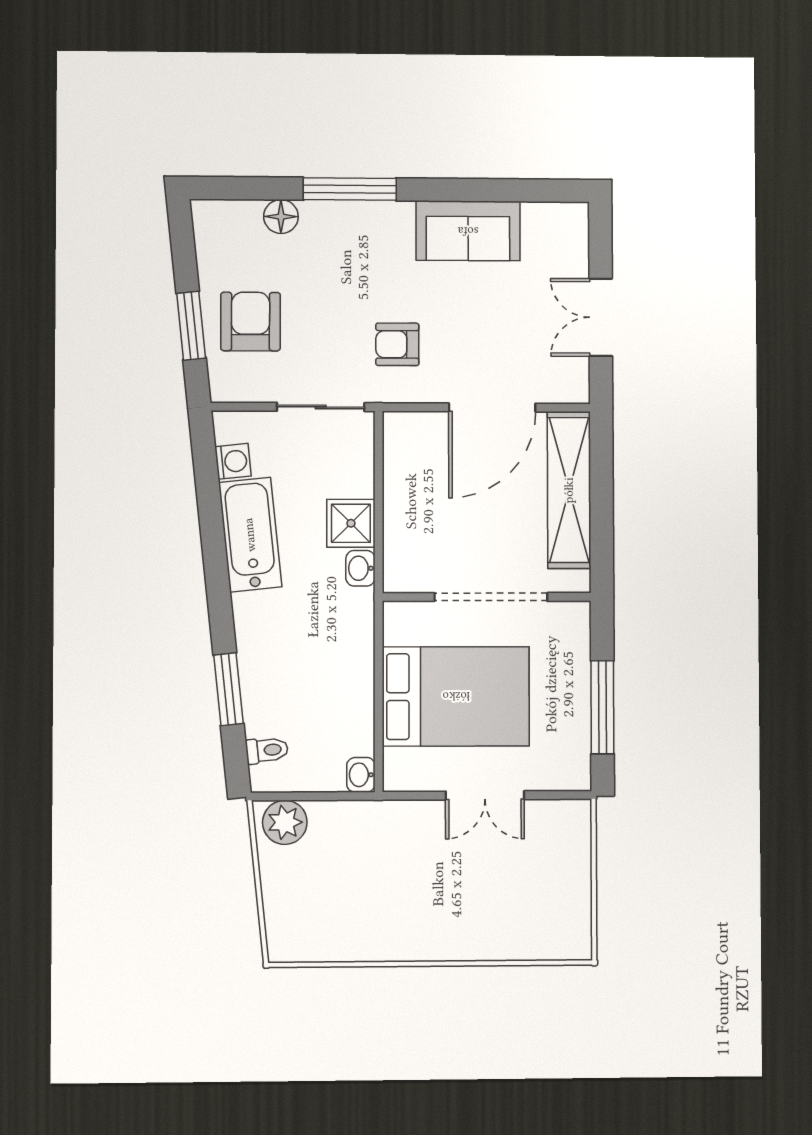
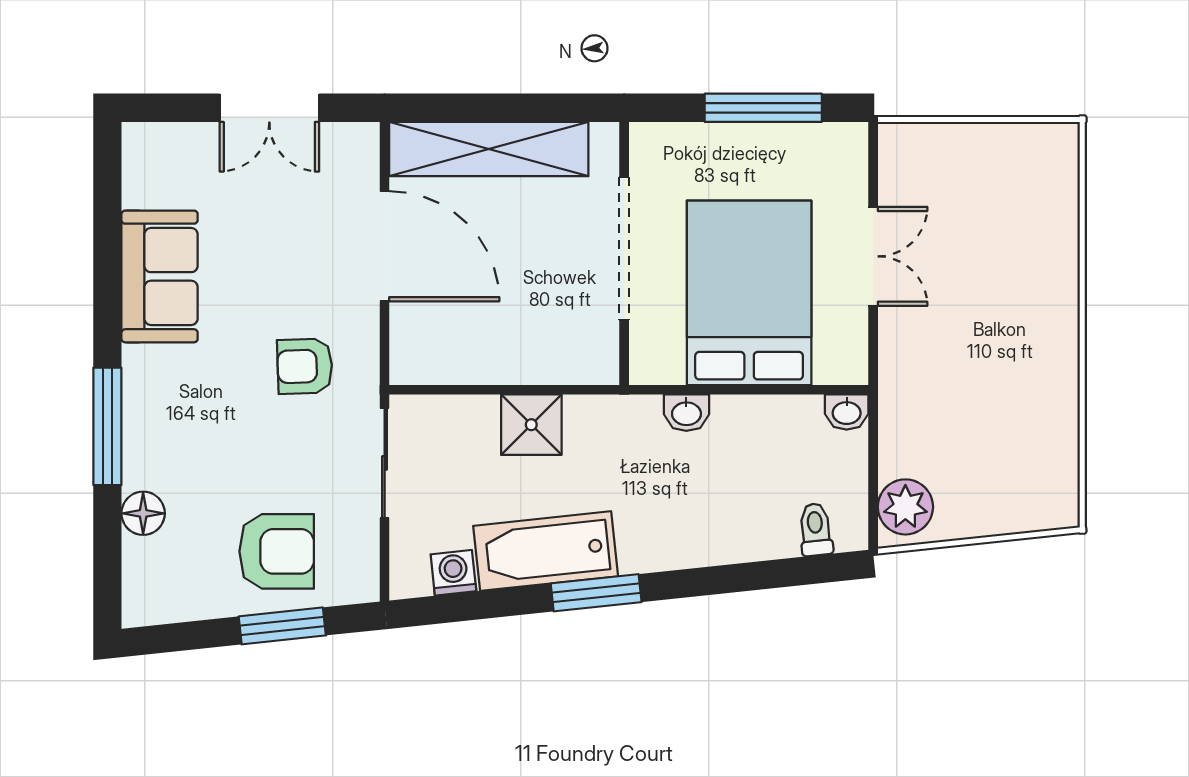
armchair: (250, 322) -> (277, 551), turned 180
armchair: (397, 344) -> (305, 366), turned 88
washbasin: (360, 568) -> (686, 413), moved
window: (228, 689) -> (596, 593), moved

